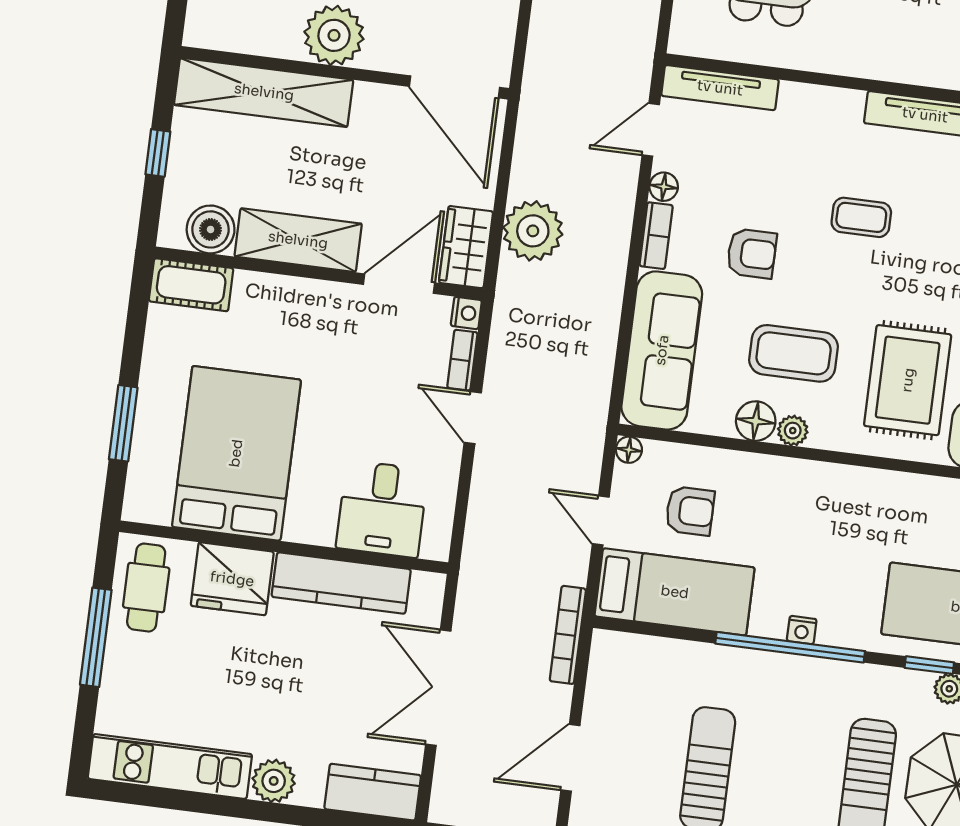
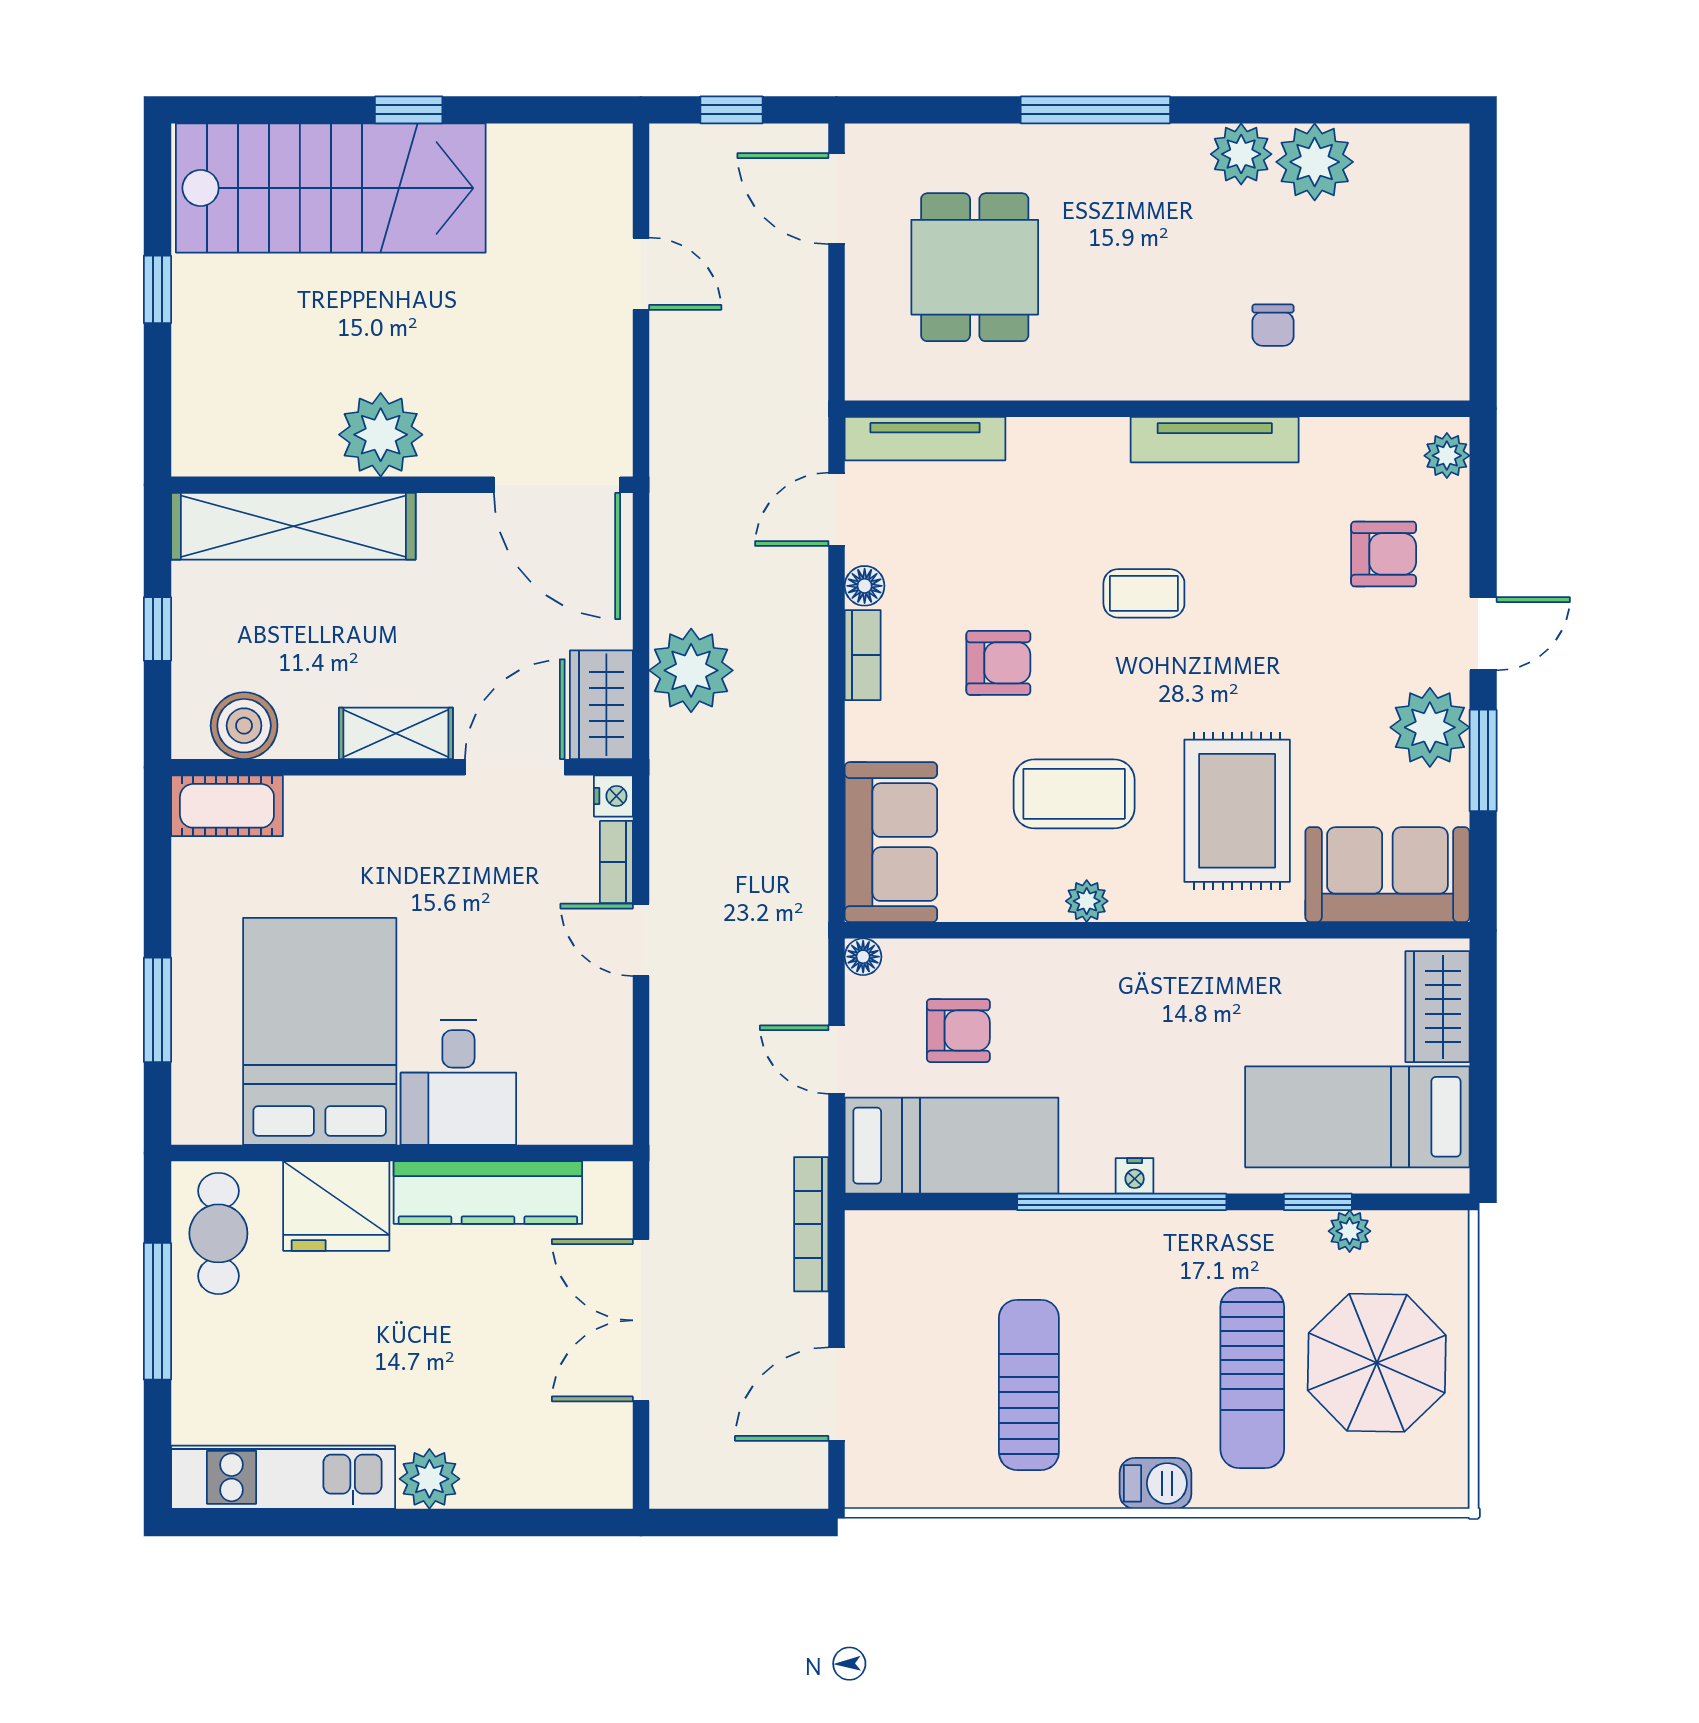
shelving: (298, 240) -> (396, 733), width x0.67, depth x0.75
sofa: (662, 350) -> (891, 842), width x0.73
floor lamp: (756, 421) -> (1034, 894), removed
desk: (382, 509) -> (458, 1083), moved
kitchen counter: (373, 792) -> (569, 1477), removed

